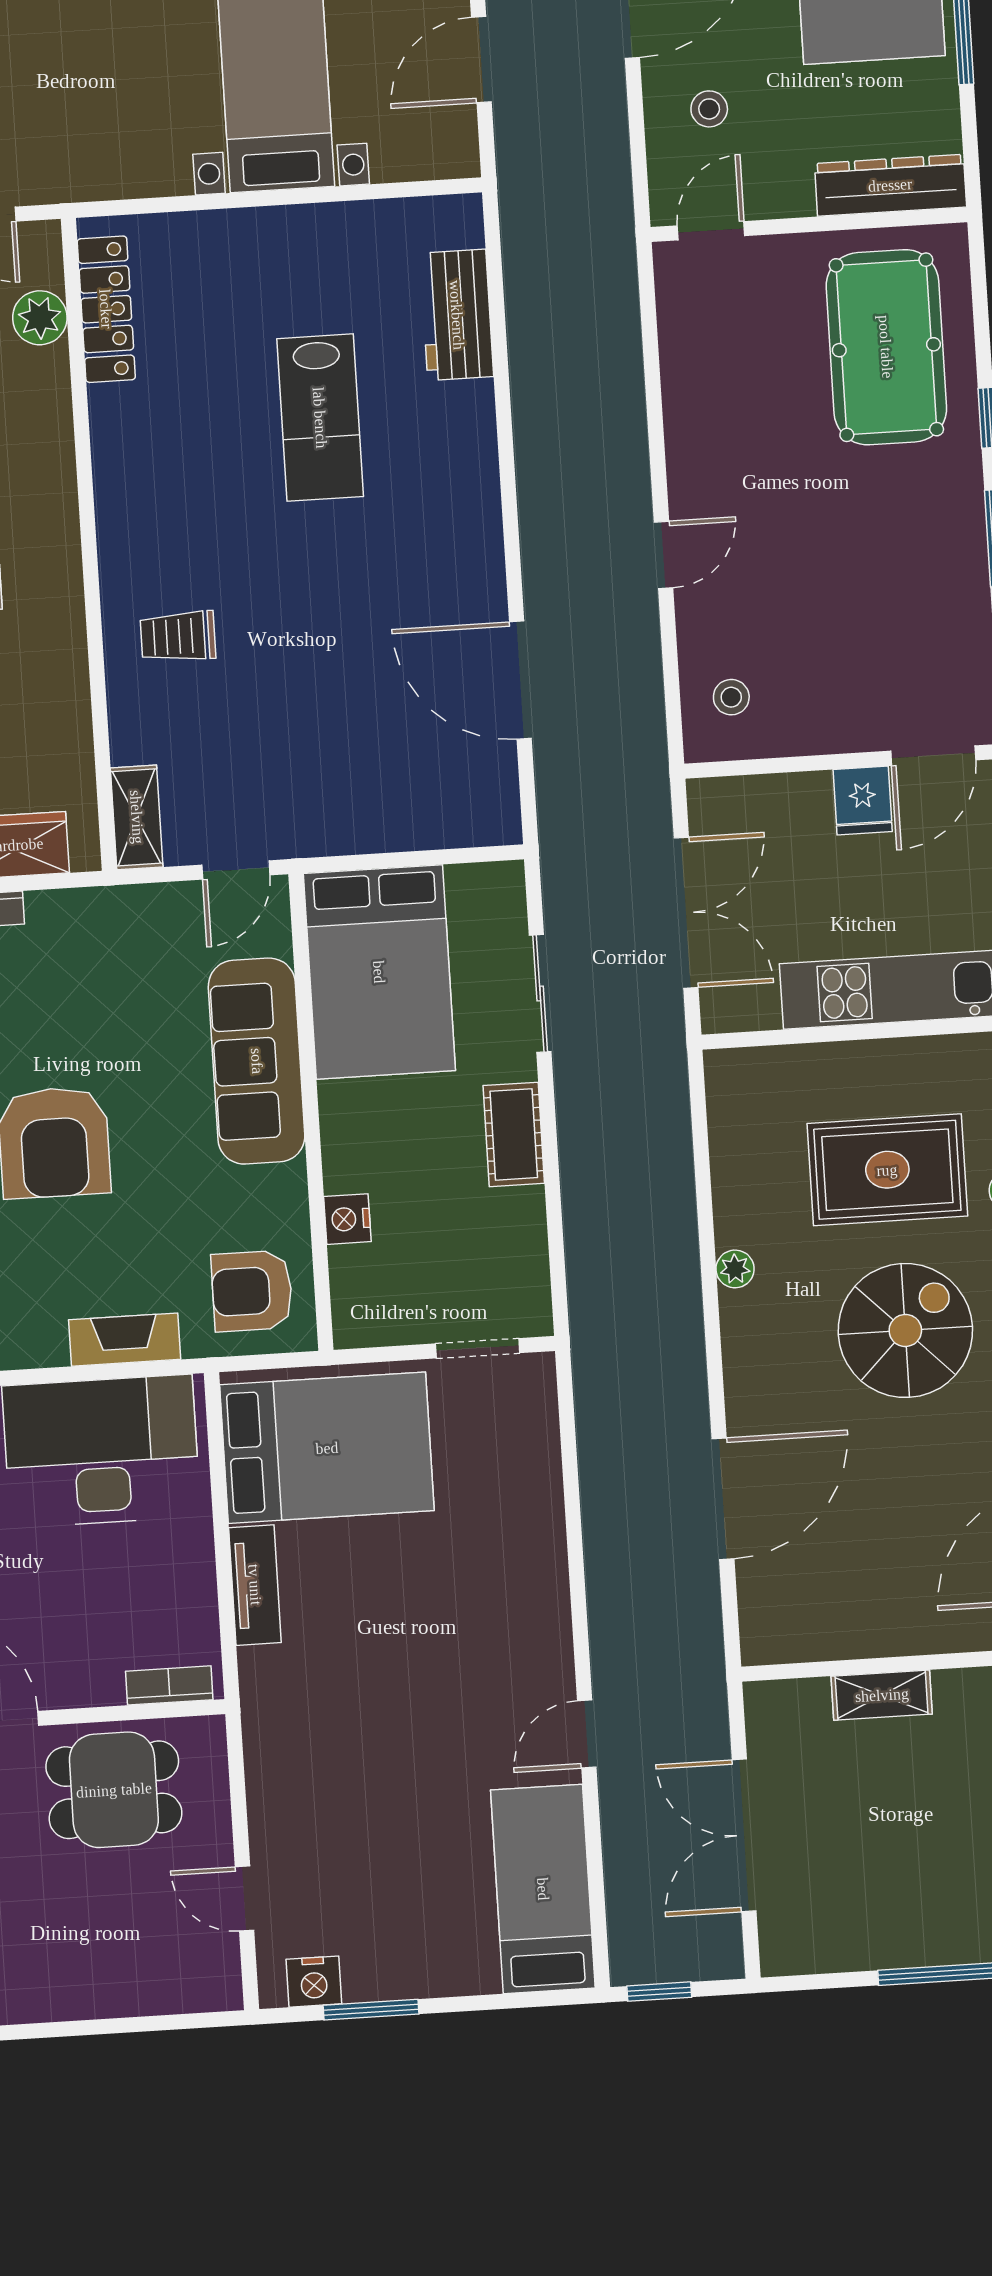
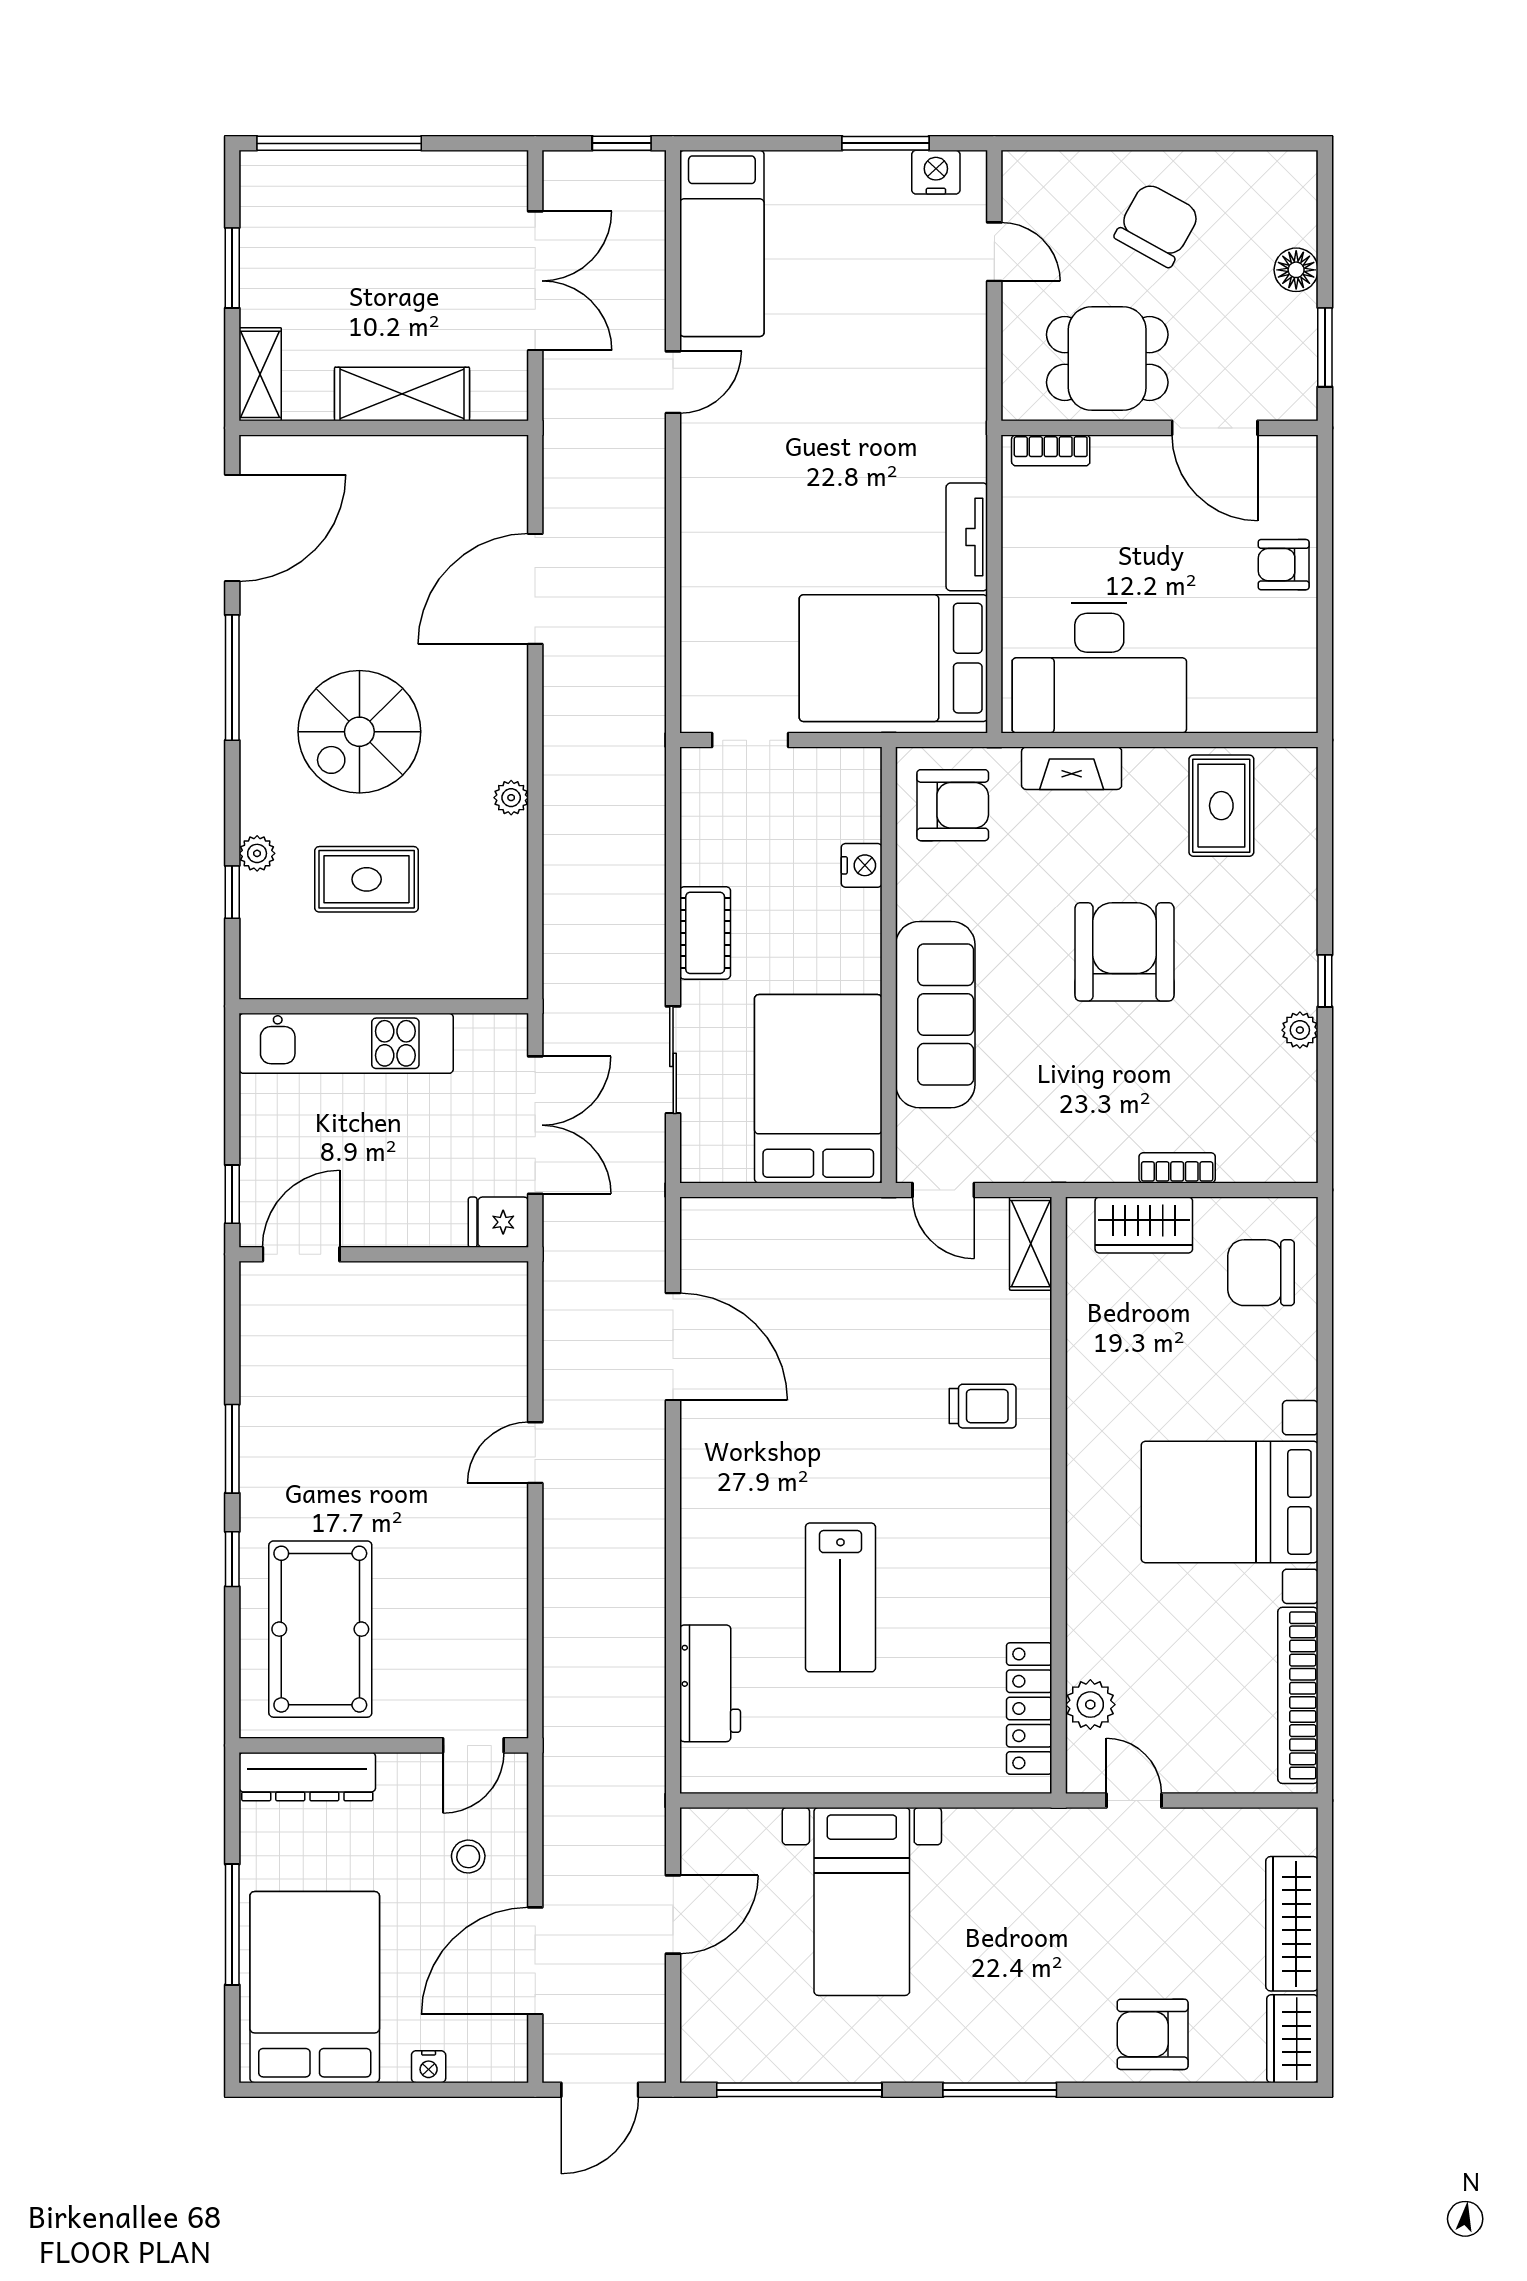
lab bench: (320, 418) -> (840, 1597), turned 180
stool: (731, 697) -> (482, 1319), removed
fridge: (863, 801) -> (498, 1222), moved, turned -90
door: (236, 870) -> (943, 1190), swing flipped
double door: (686, 913) -> (535, 1125), swing flipped
rug: (887, 1170) -> (367, 879), width x0.73, depth x0.70
shelving: (882, 1695) -> (402, 394), width x1.50, depth x1.33
chair: (69, 1939) -> (1157, 225), added

